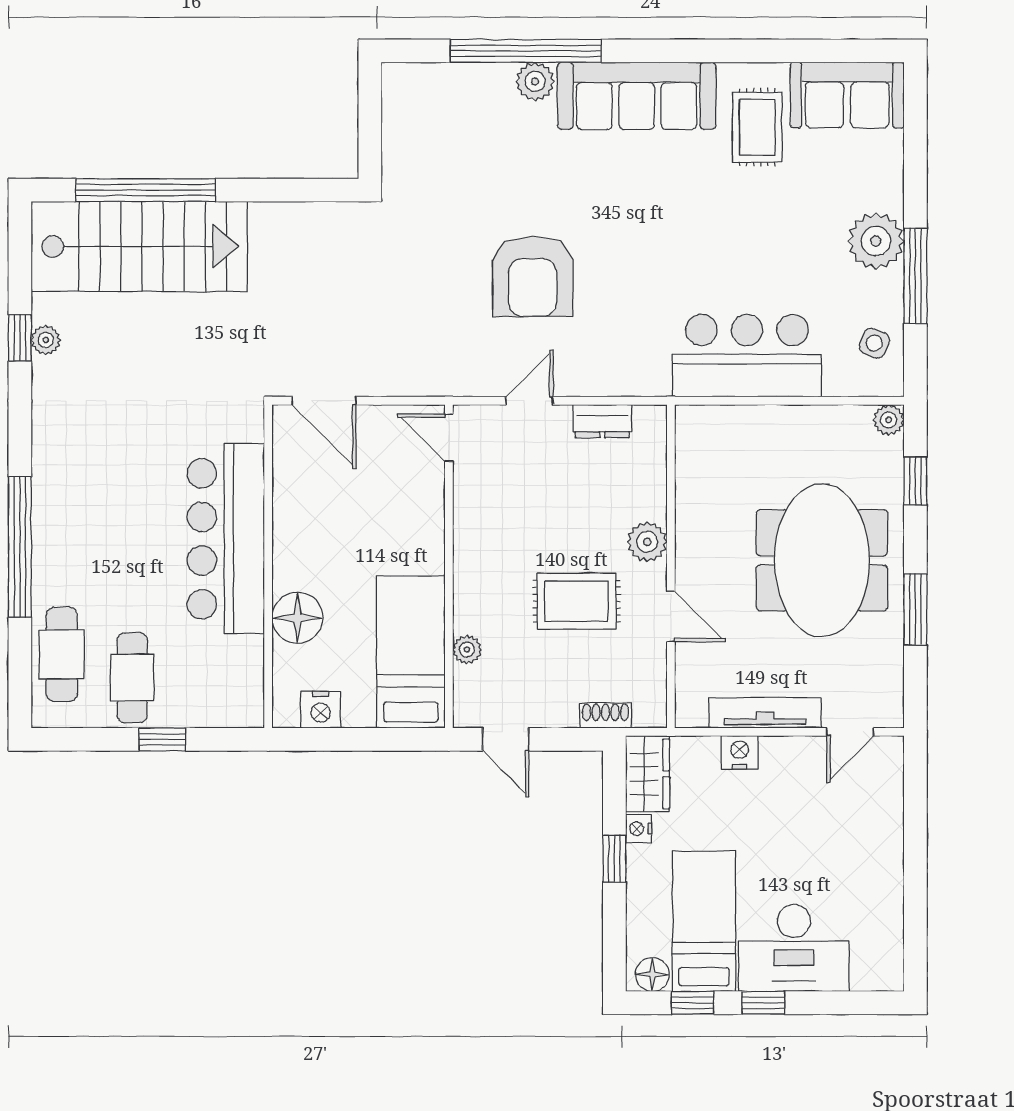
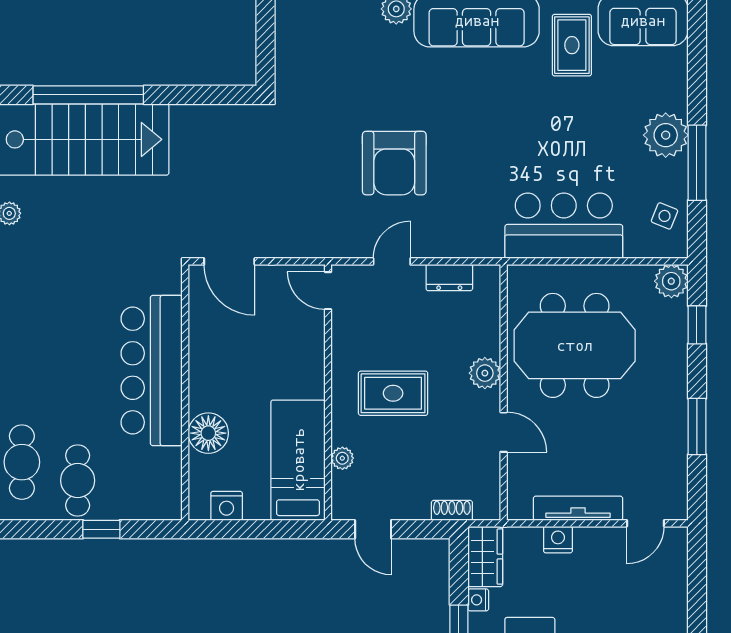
plant: (889, 420) -> (671, 281), width x1.38, depth x1.38
meeting table: (822, 560) -> (575, 345), moved, turned 90
rug: (577, 601) -> (393, 393), moved

